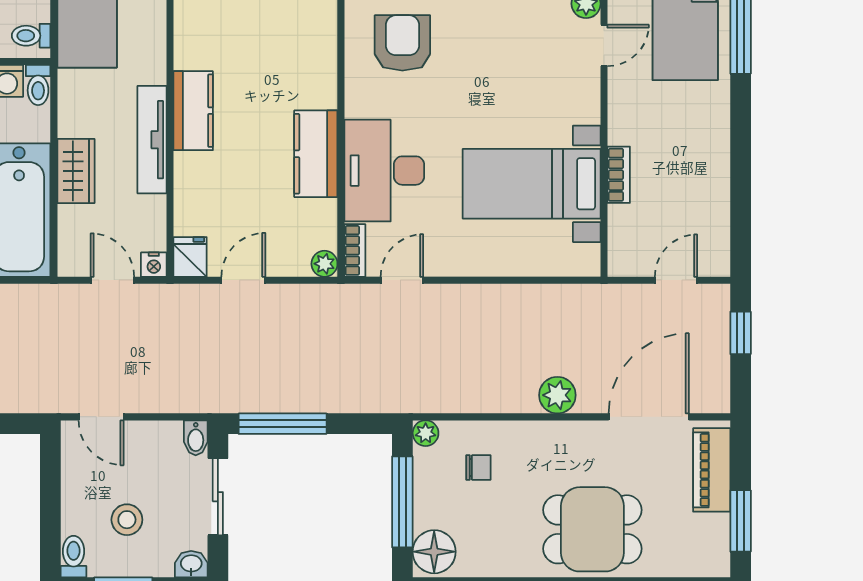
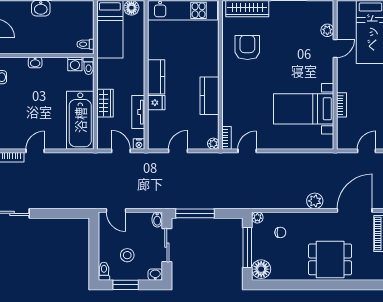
tv unit: (152, 140) -> (138, 112), moved, width x0.71
desk: (384, 171) -> (239, 103), removed
fridge: (190, 257) -> (156, 103), moved, turned 90

